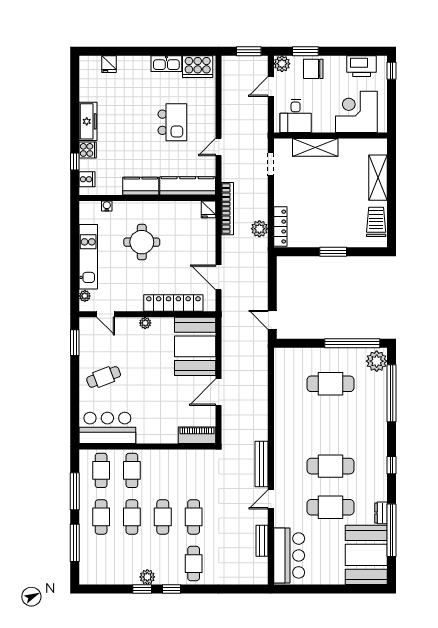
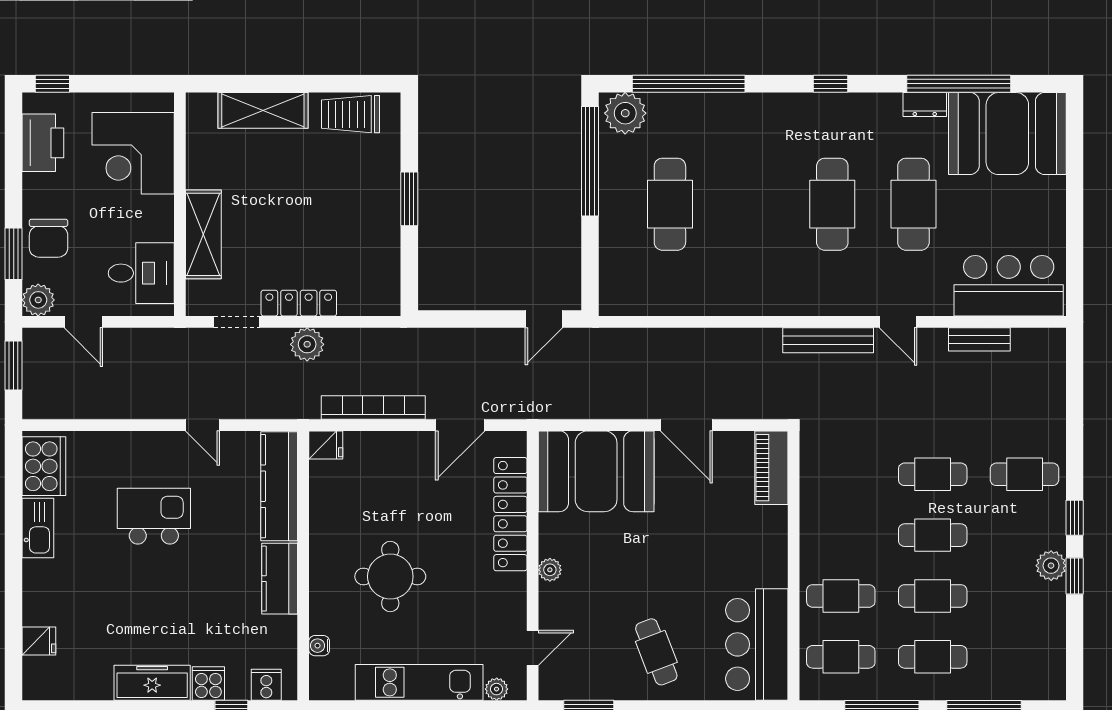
bookcase: (227, 209) -> (373, 408), moved
locker: (280, 227) -> (299, 303), moved
plant: (259, 229) -> (307, 344), moved

